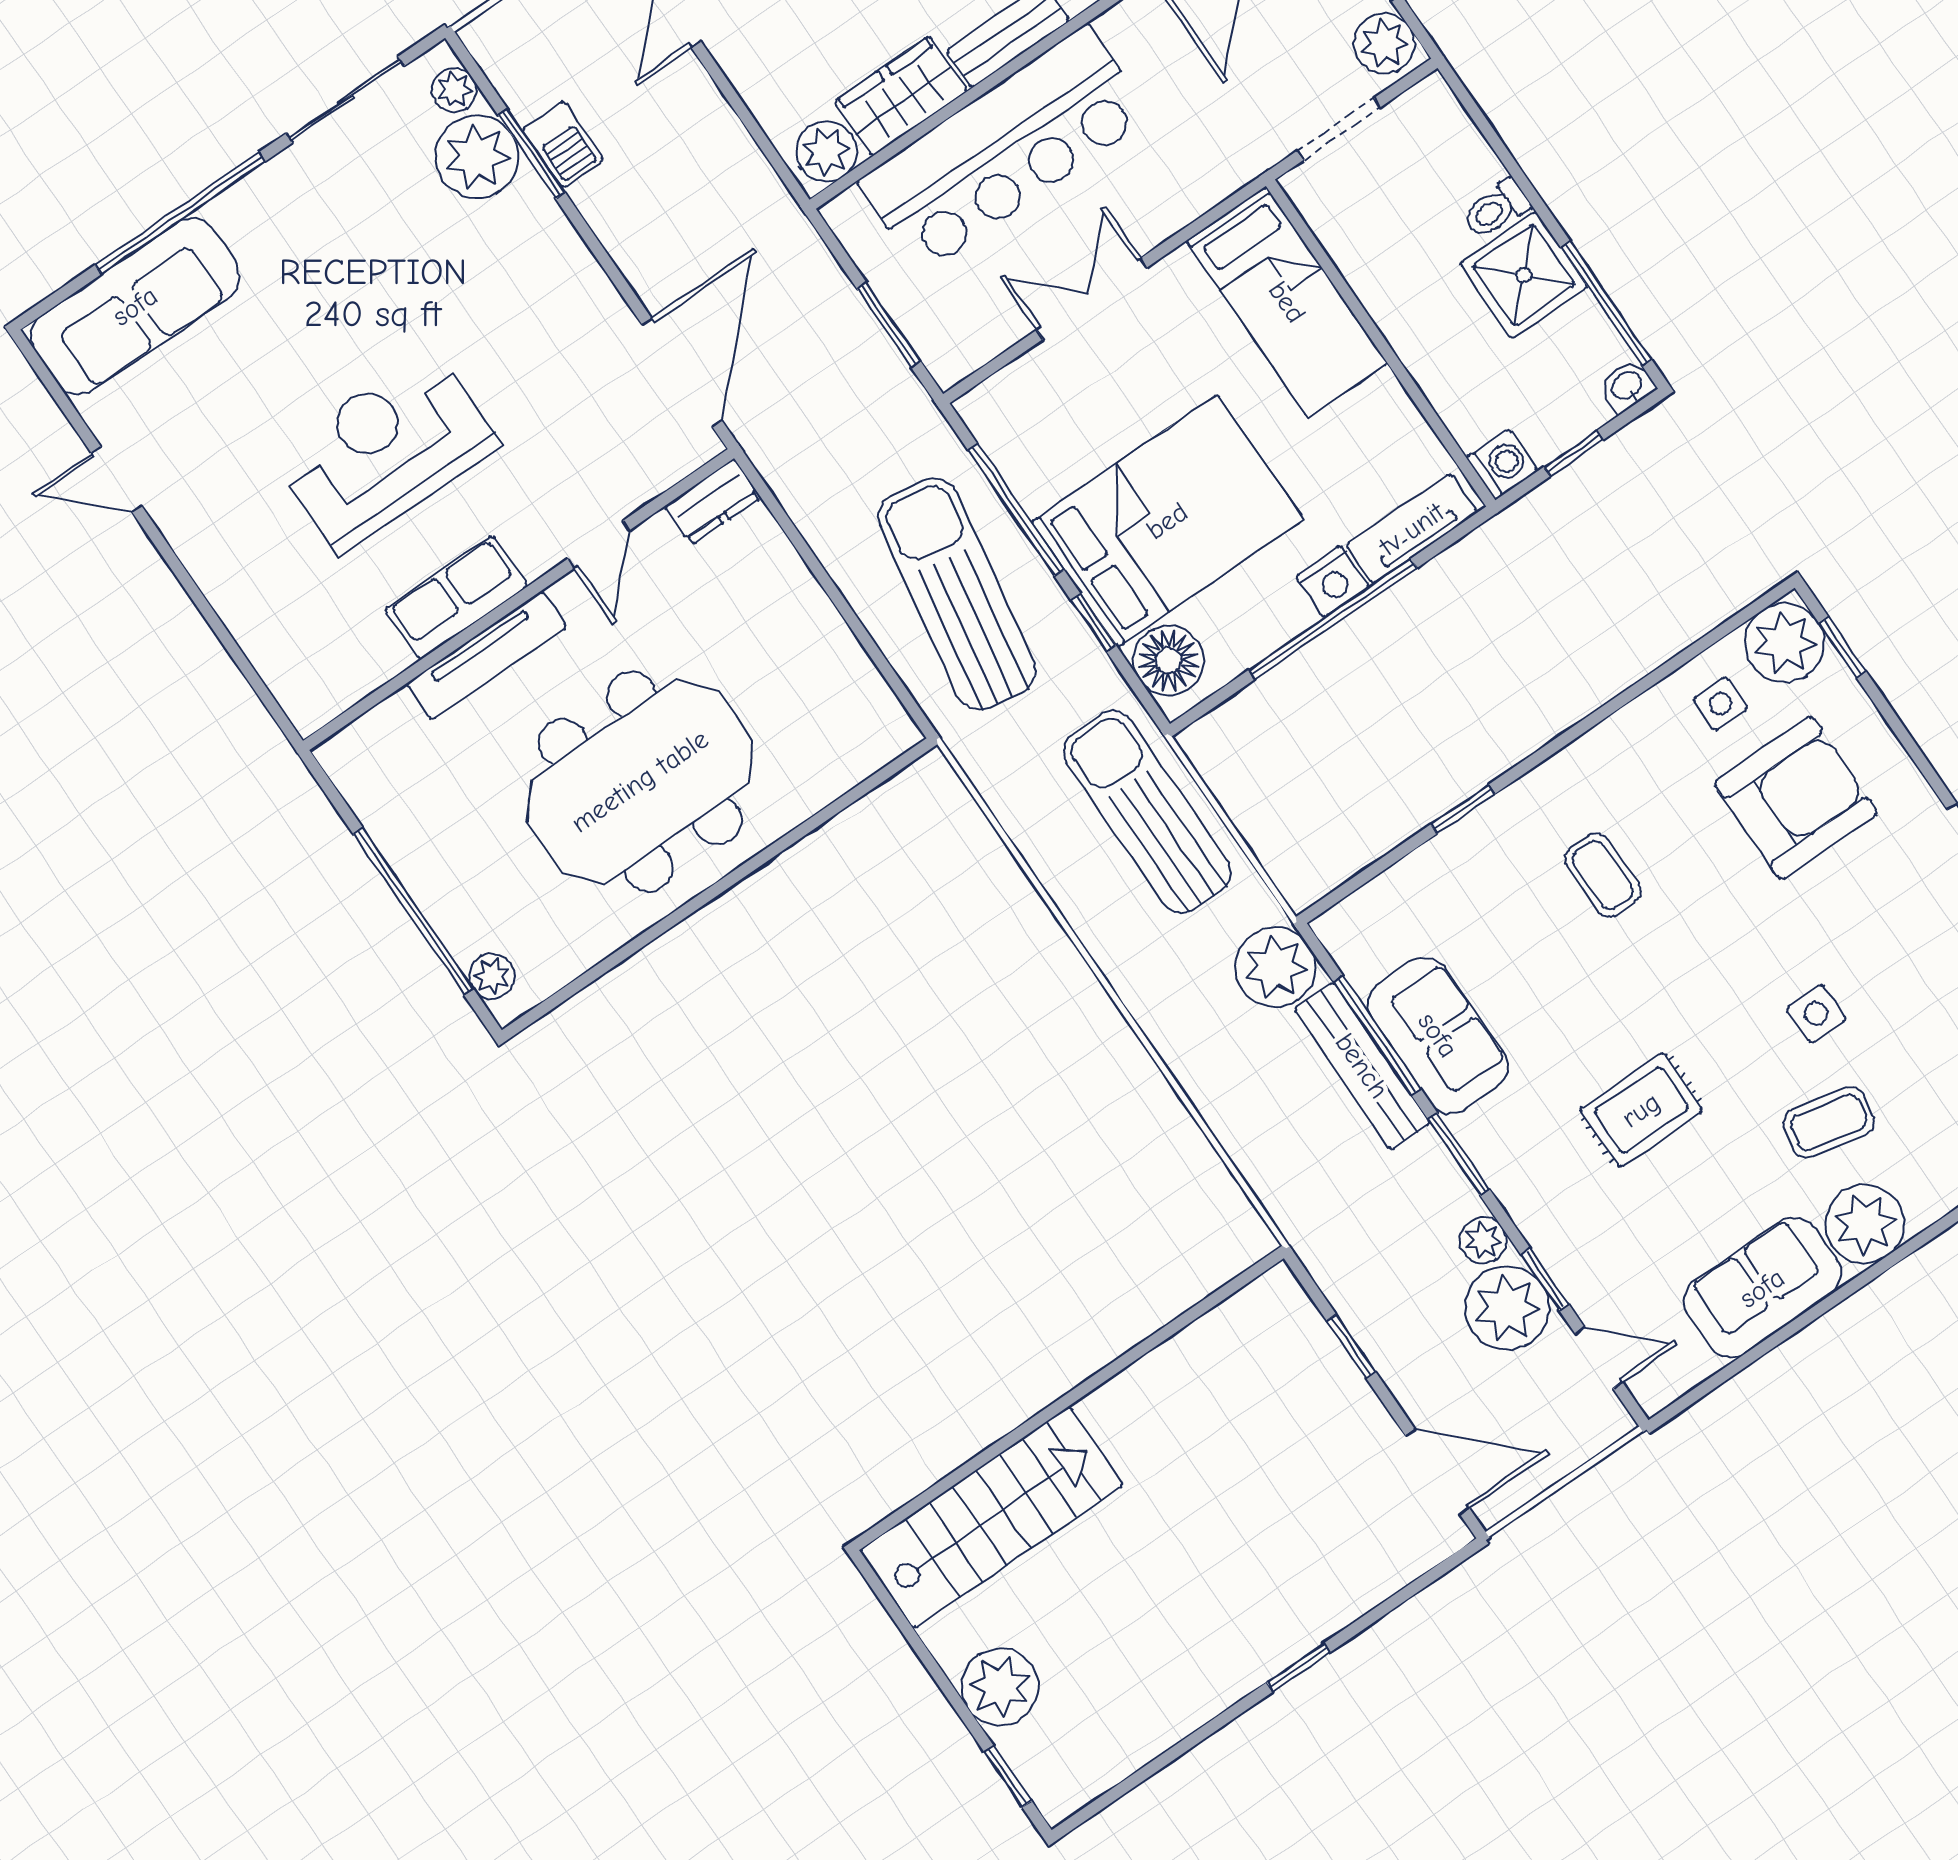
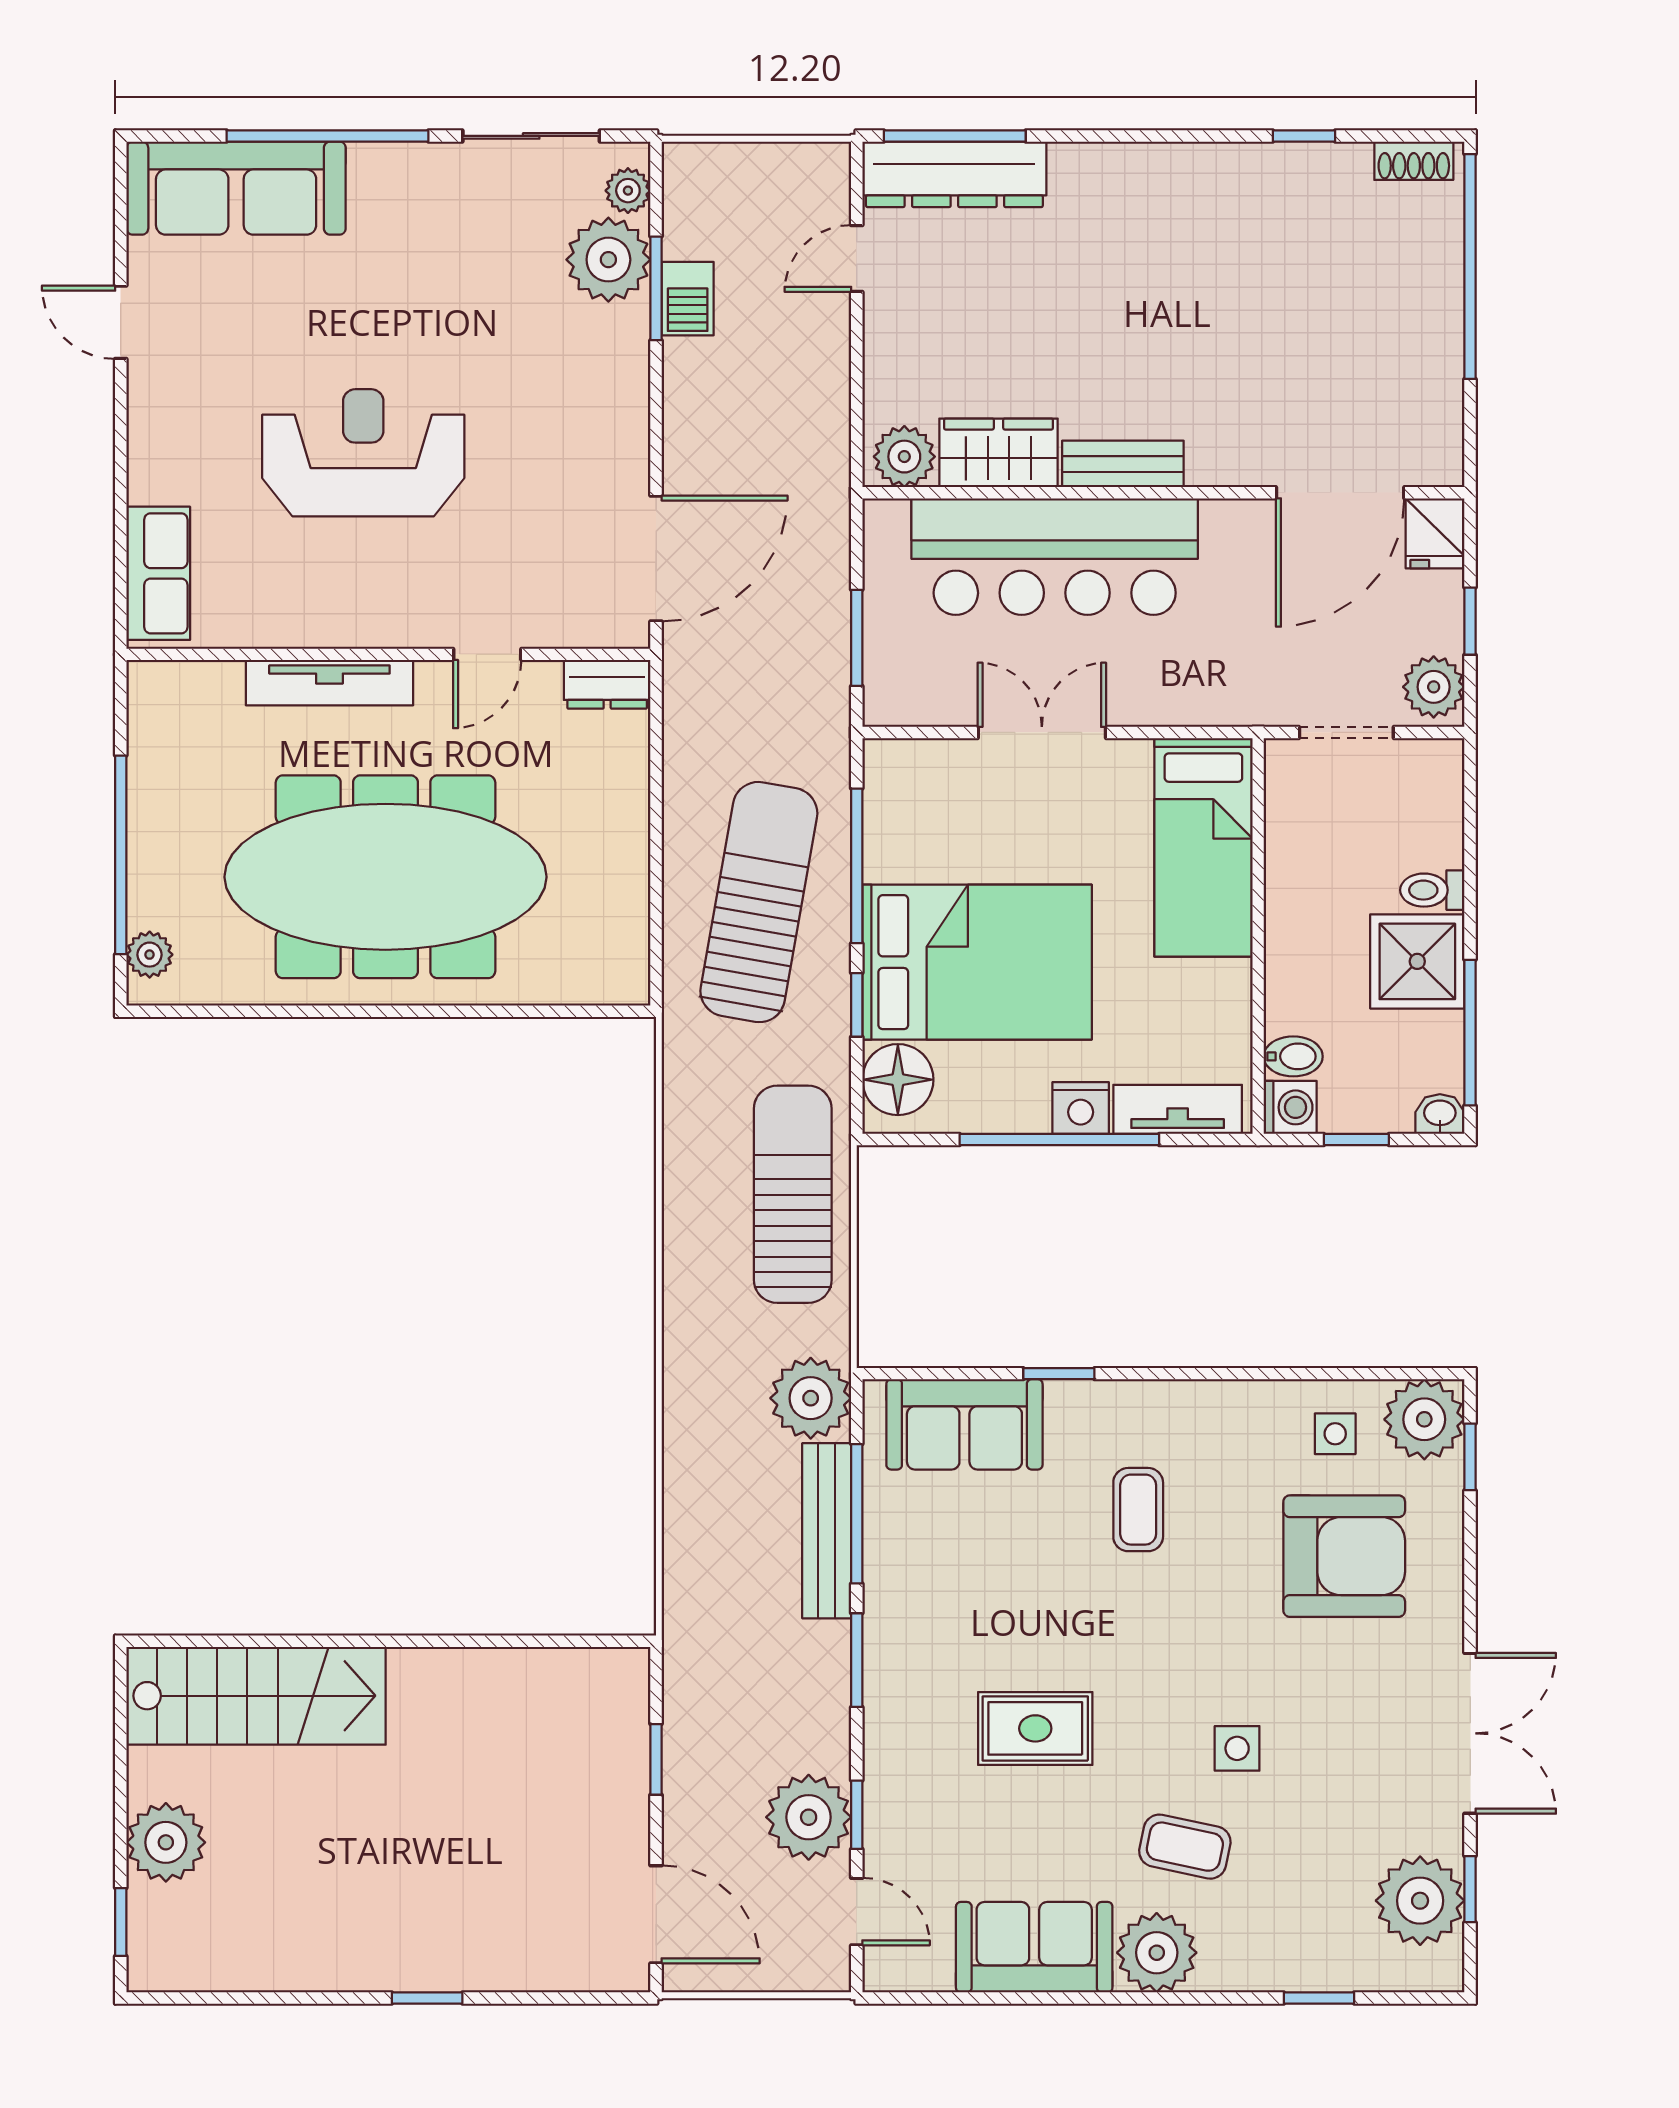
bidet: (1476, 421) -> (1293, 1056), added
row of seats: (456, 598) -> (158, 573), moved, turned 90
meeting table: (640, 781) -> (385, 877), width x1.36
sofa: (1438, 1035) -> (964, 1424), moved, turned 90
plant: (1483, 1240) -> (828, 1747), removed

